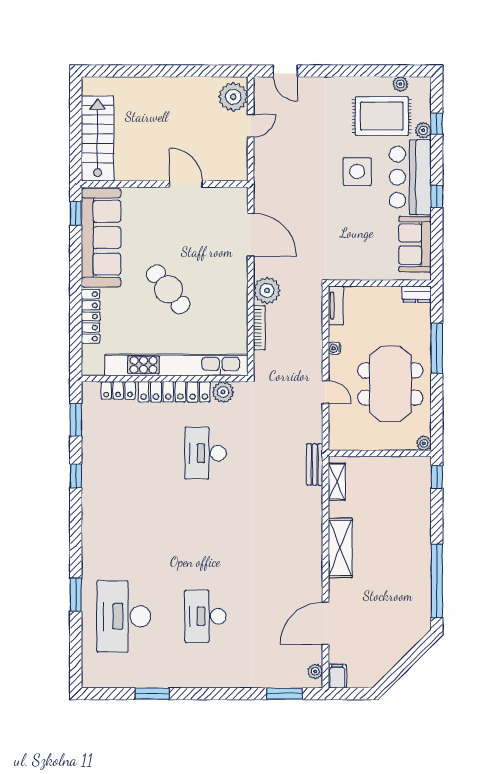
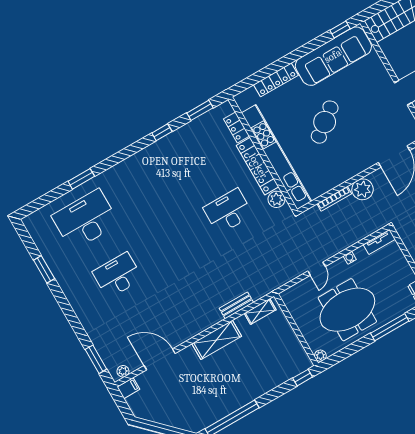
bench: (315, 464) -> (236, 305), moved

